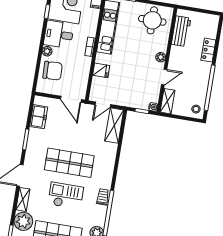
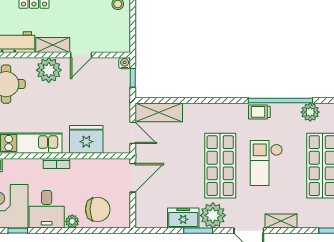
plant: (161, 57) -> (49, 70), width x1.87, depth x1.87
fridge: (101, 70) -> (86, 139), width x1.88, depth x1.34
chair: (53, 71) -> (98, 209), turned 92
door: (164, 77) -> (81, 55), swing flipped
shelving: (167, 101) -> (53, 45), moved
freezer: (39, 117) -> (183, 218), moved
plant: (23, 221) -> (213, 215), moved

